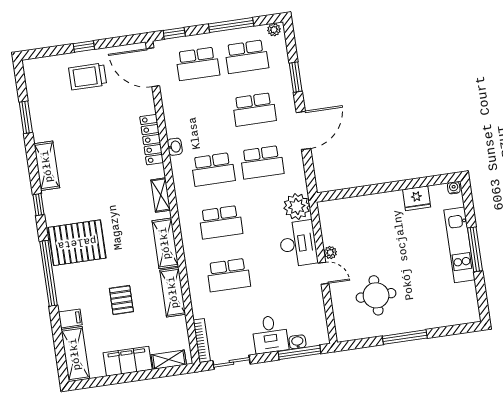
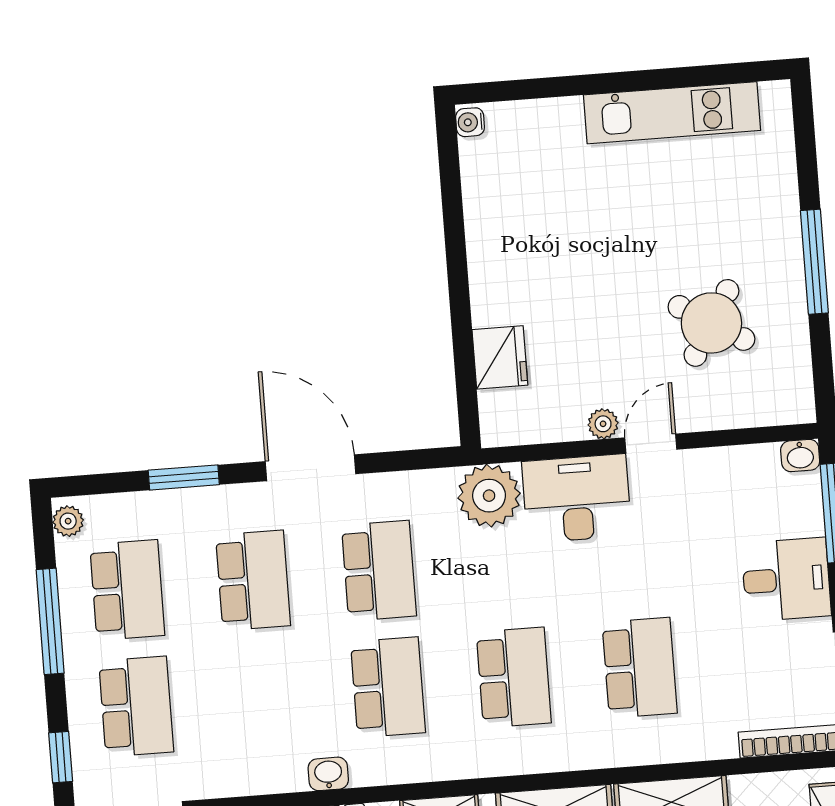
fridge: (417, 198) -> (500, 357), moved
kitchen unit: (459, 245) -> (672, 113), moved
window: (475, 249) -> (619, 82), removed
round table: (376, 295) -> (711, 323), turned 31
washbasin: (297, 342) -> (800, 456), moved, turned -90

